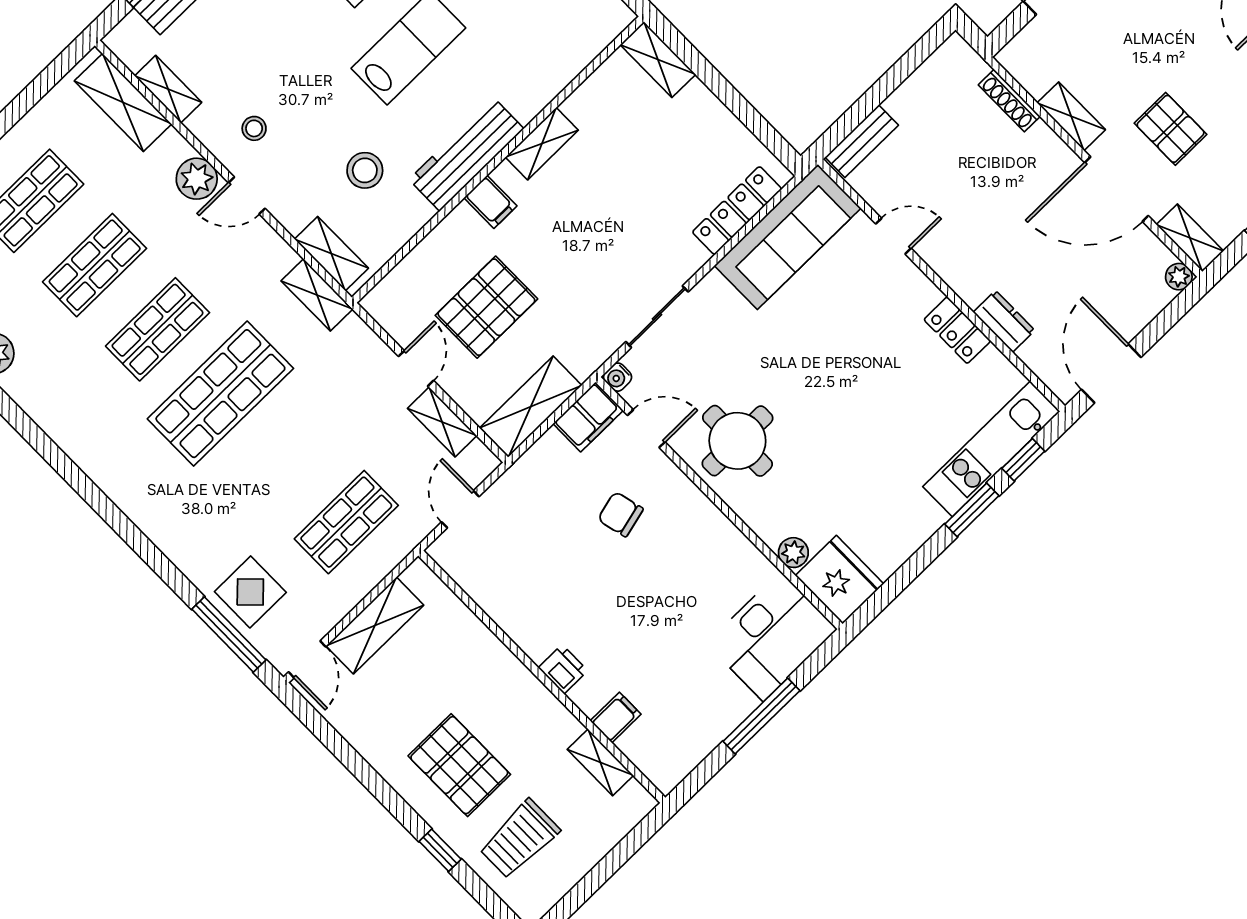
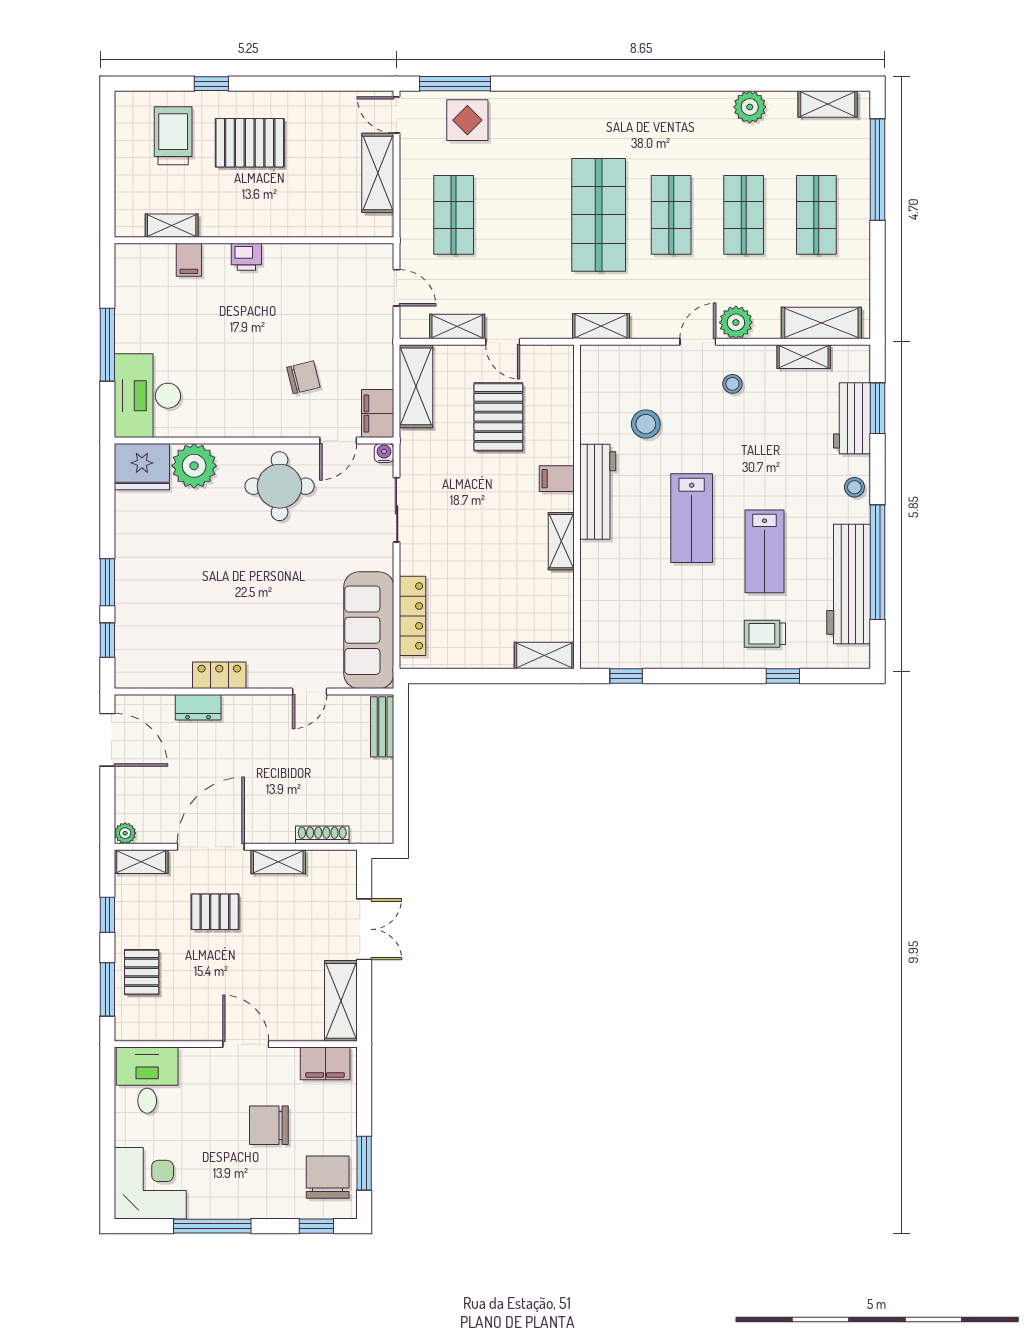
shelving: (331, 254) -> (617, 358), removed
kitchen unit: (991, 449) -> (132, 628), removed
plant: (793, 553) -> (194, 466), width x1.88, depth x1.88

